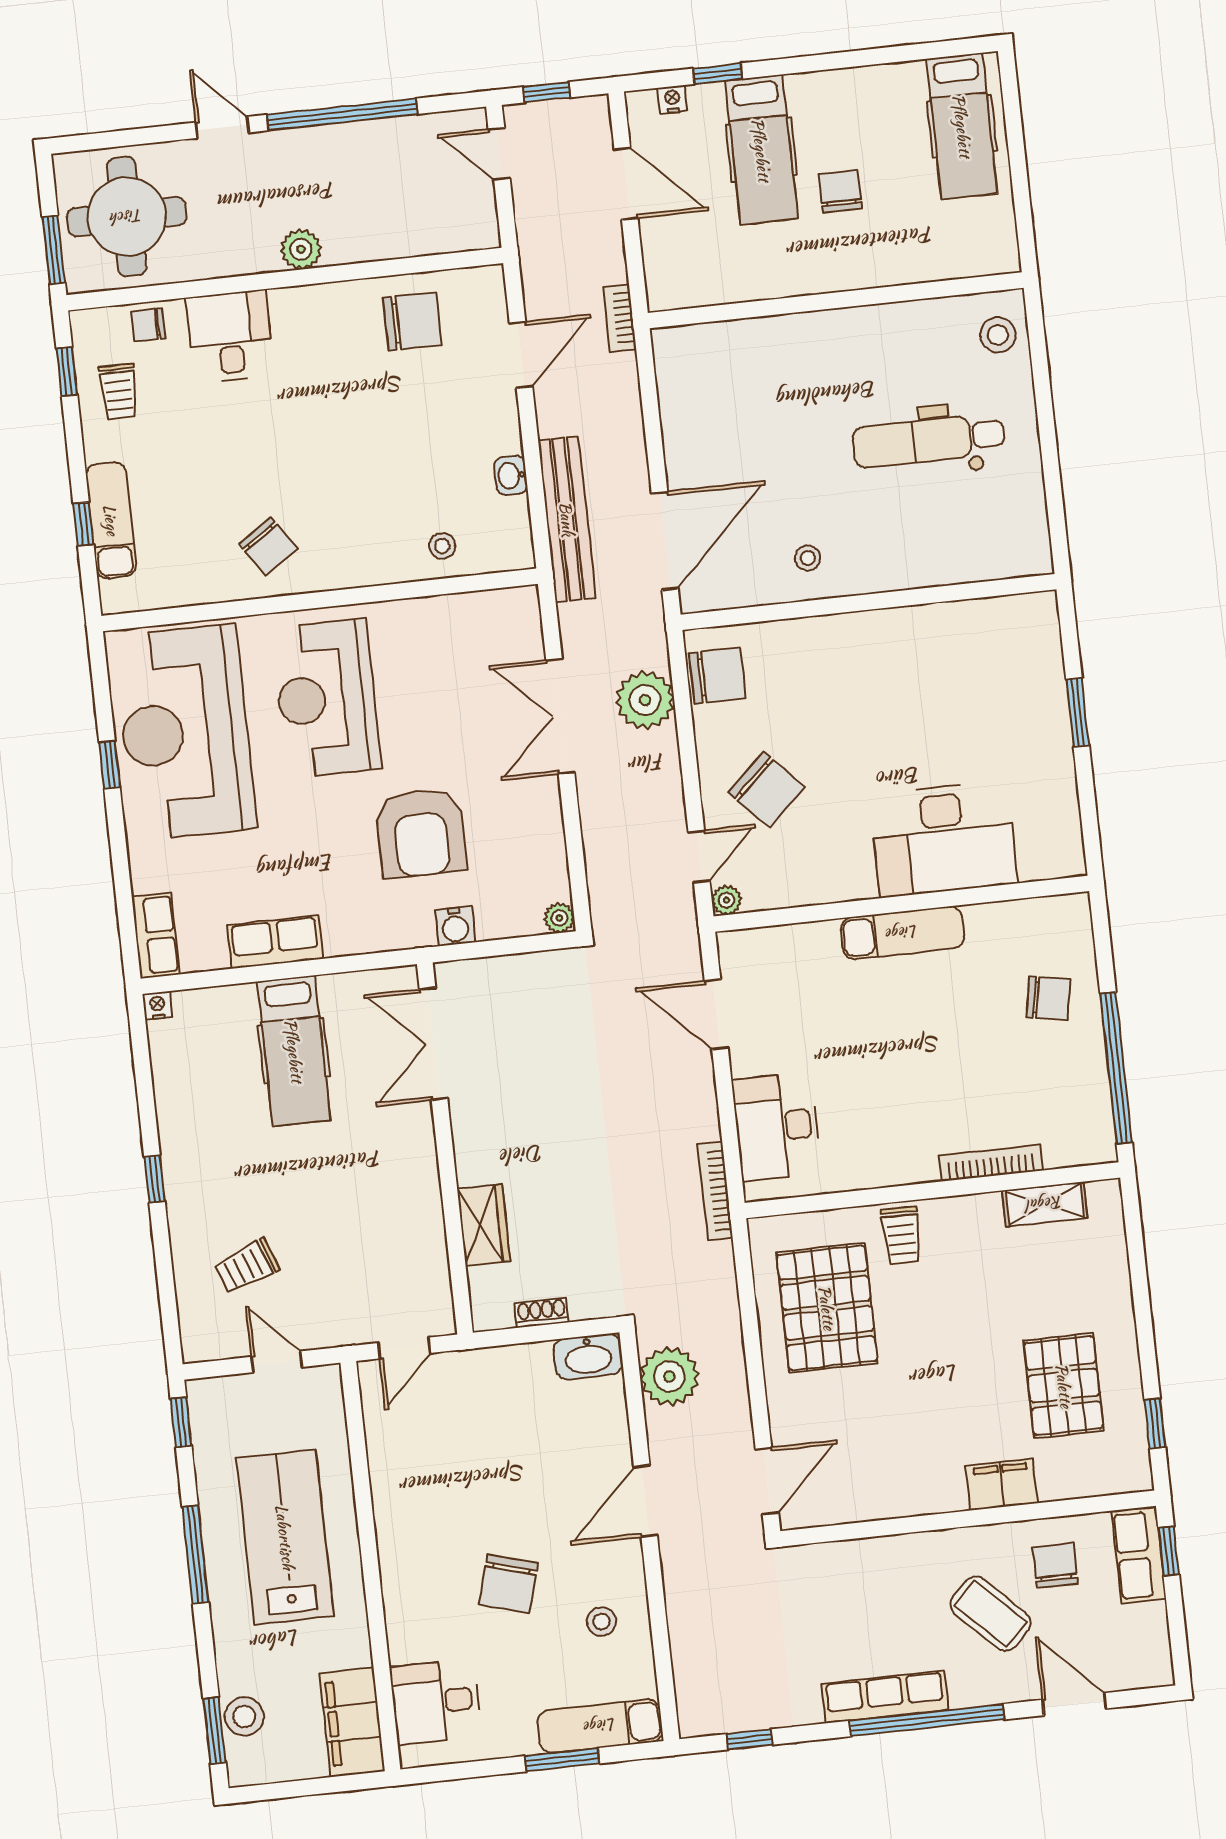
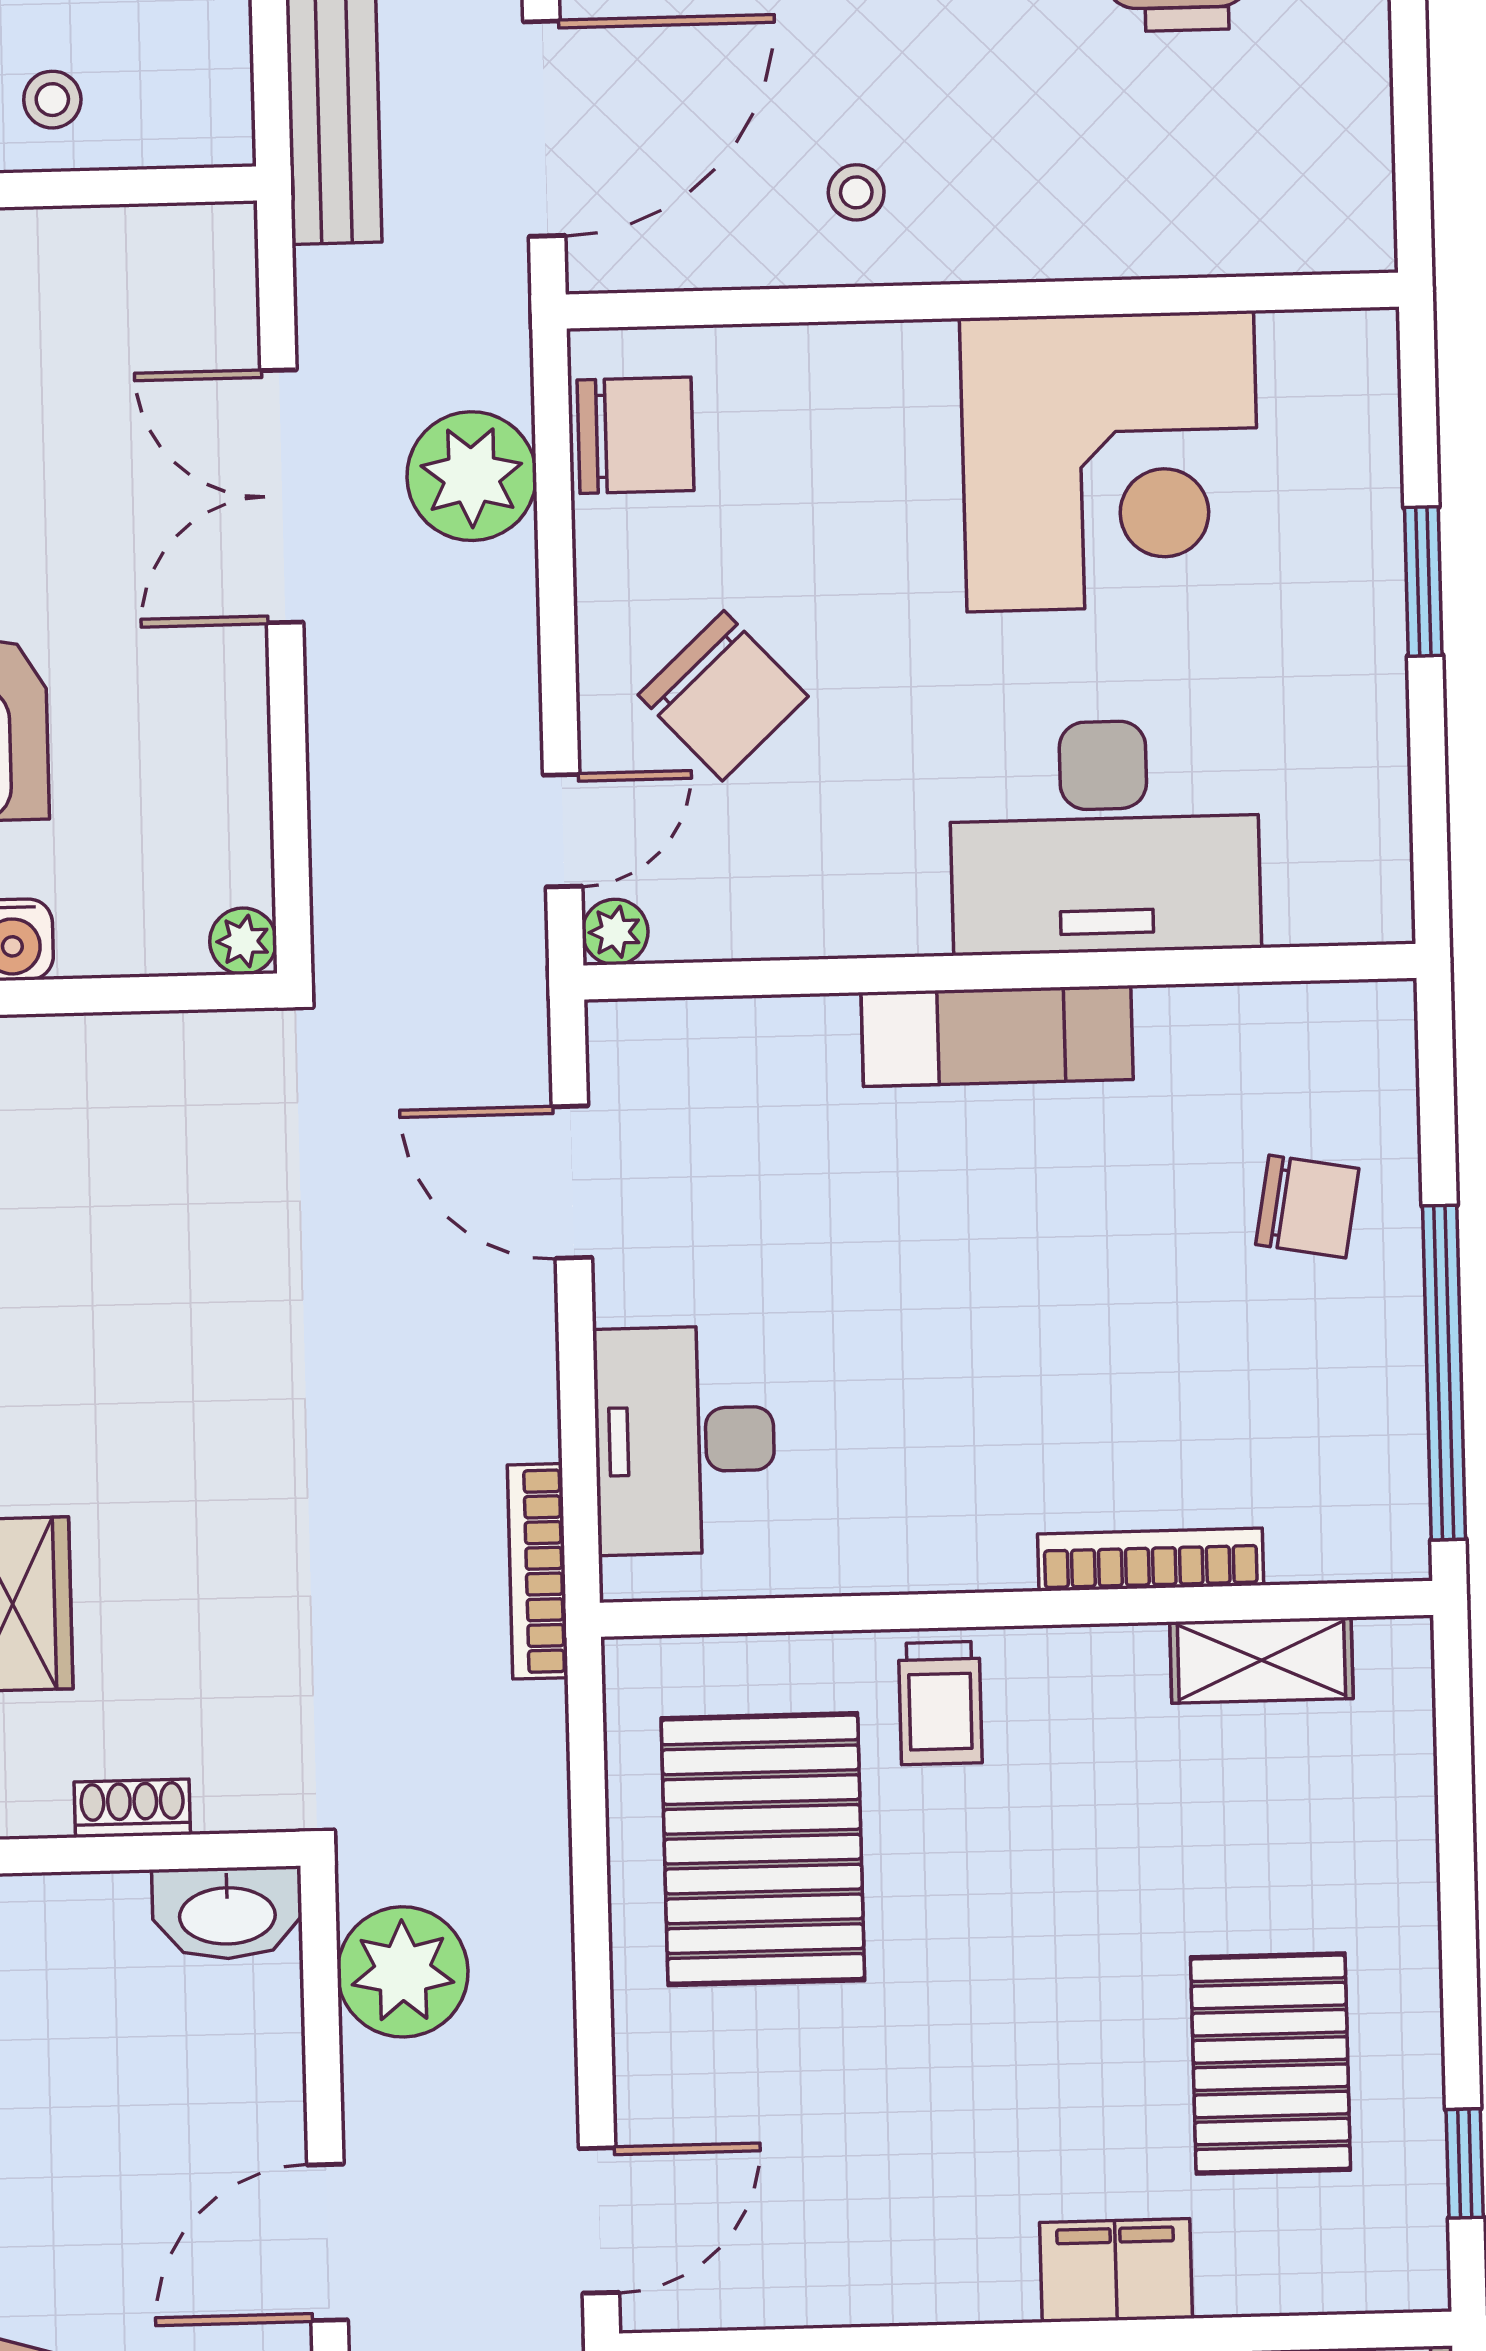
corner desk: (932, 670) -> (1110, 461), added

